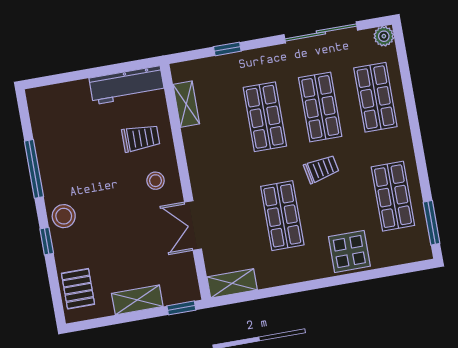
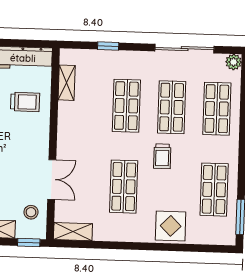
trolley: (321, 169) -> (162, 156), turned 101
stool: (156, 181) -> (31, 212), moved
double door: (193, 226) -> (52, 179), swing flipped

